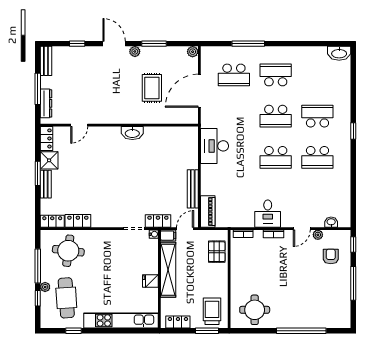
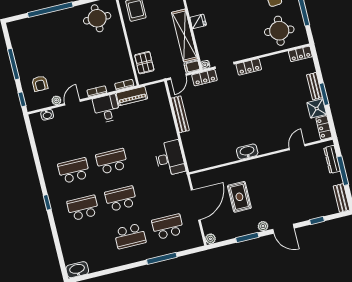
school desk: (317, 116) -> (83, 208), turned 180
piano: (208, 211) -> (132, 96), moved, turned -90
locker: (78, 221) -> (249, 67), moved

